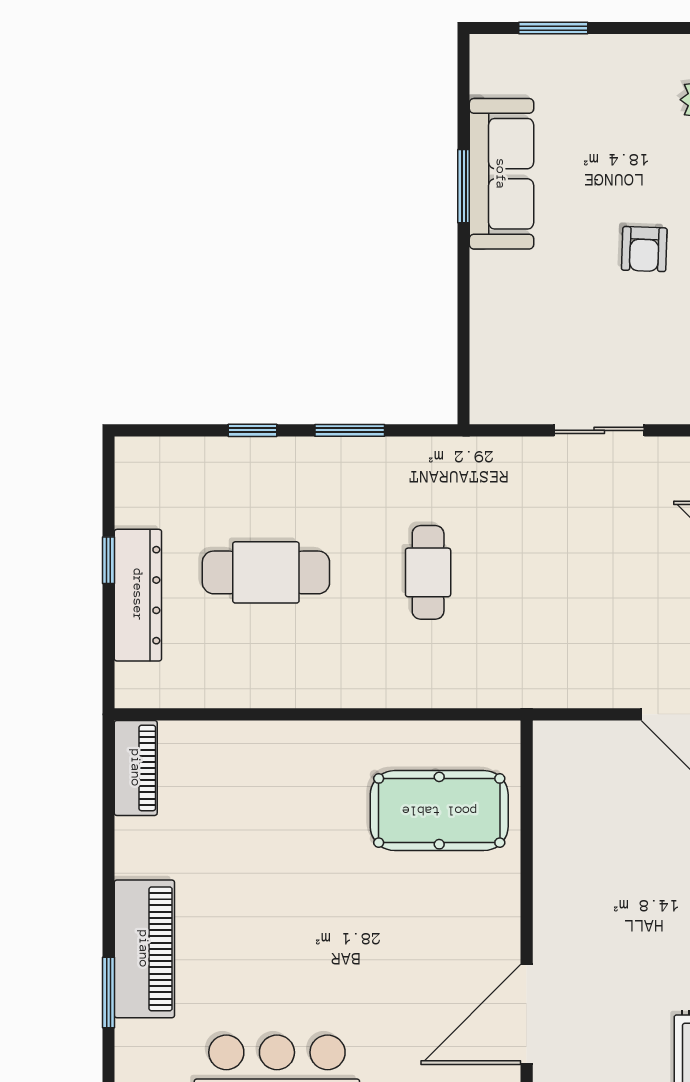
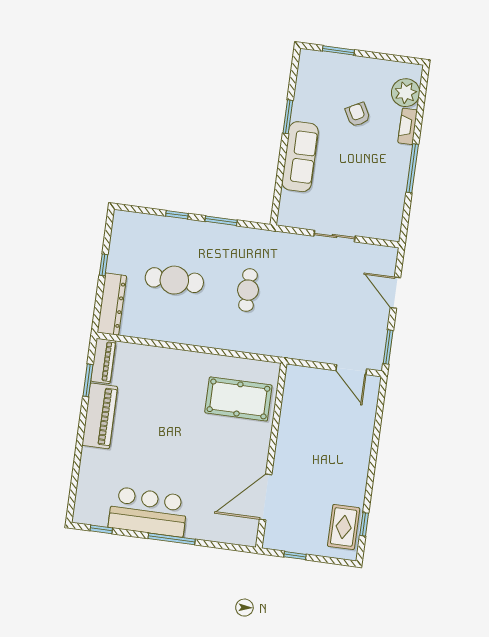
sofa: (501, 174) -> (300, 157), moved
armchair: (644, 249) -> (358, 115), moved, turned 150
dresser: (138, 595) -> (112, 304), moved
piano: (144, 949) -> (100, 416), moved
window: (109, 993) -> (88, 380), moved

